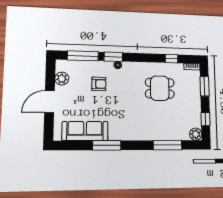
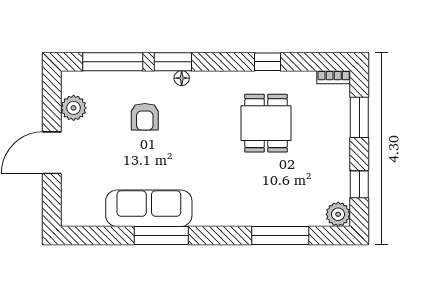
window: (171, 59) -> (268, 62), moved
armchair: (99, 84) -> (145, 117), turned 90
dining table: (160, 88) -> (266, 123), turned 90
sofa: (85, 131) -> (149, 208), moved

